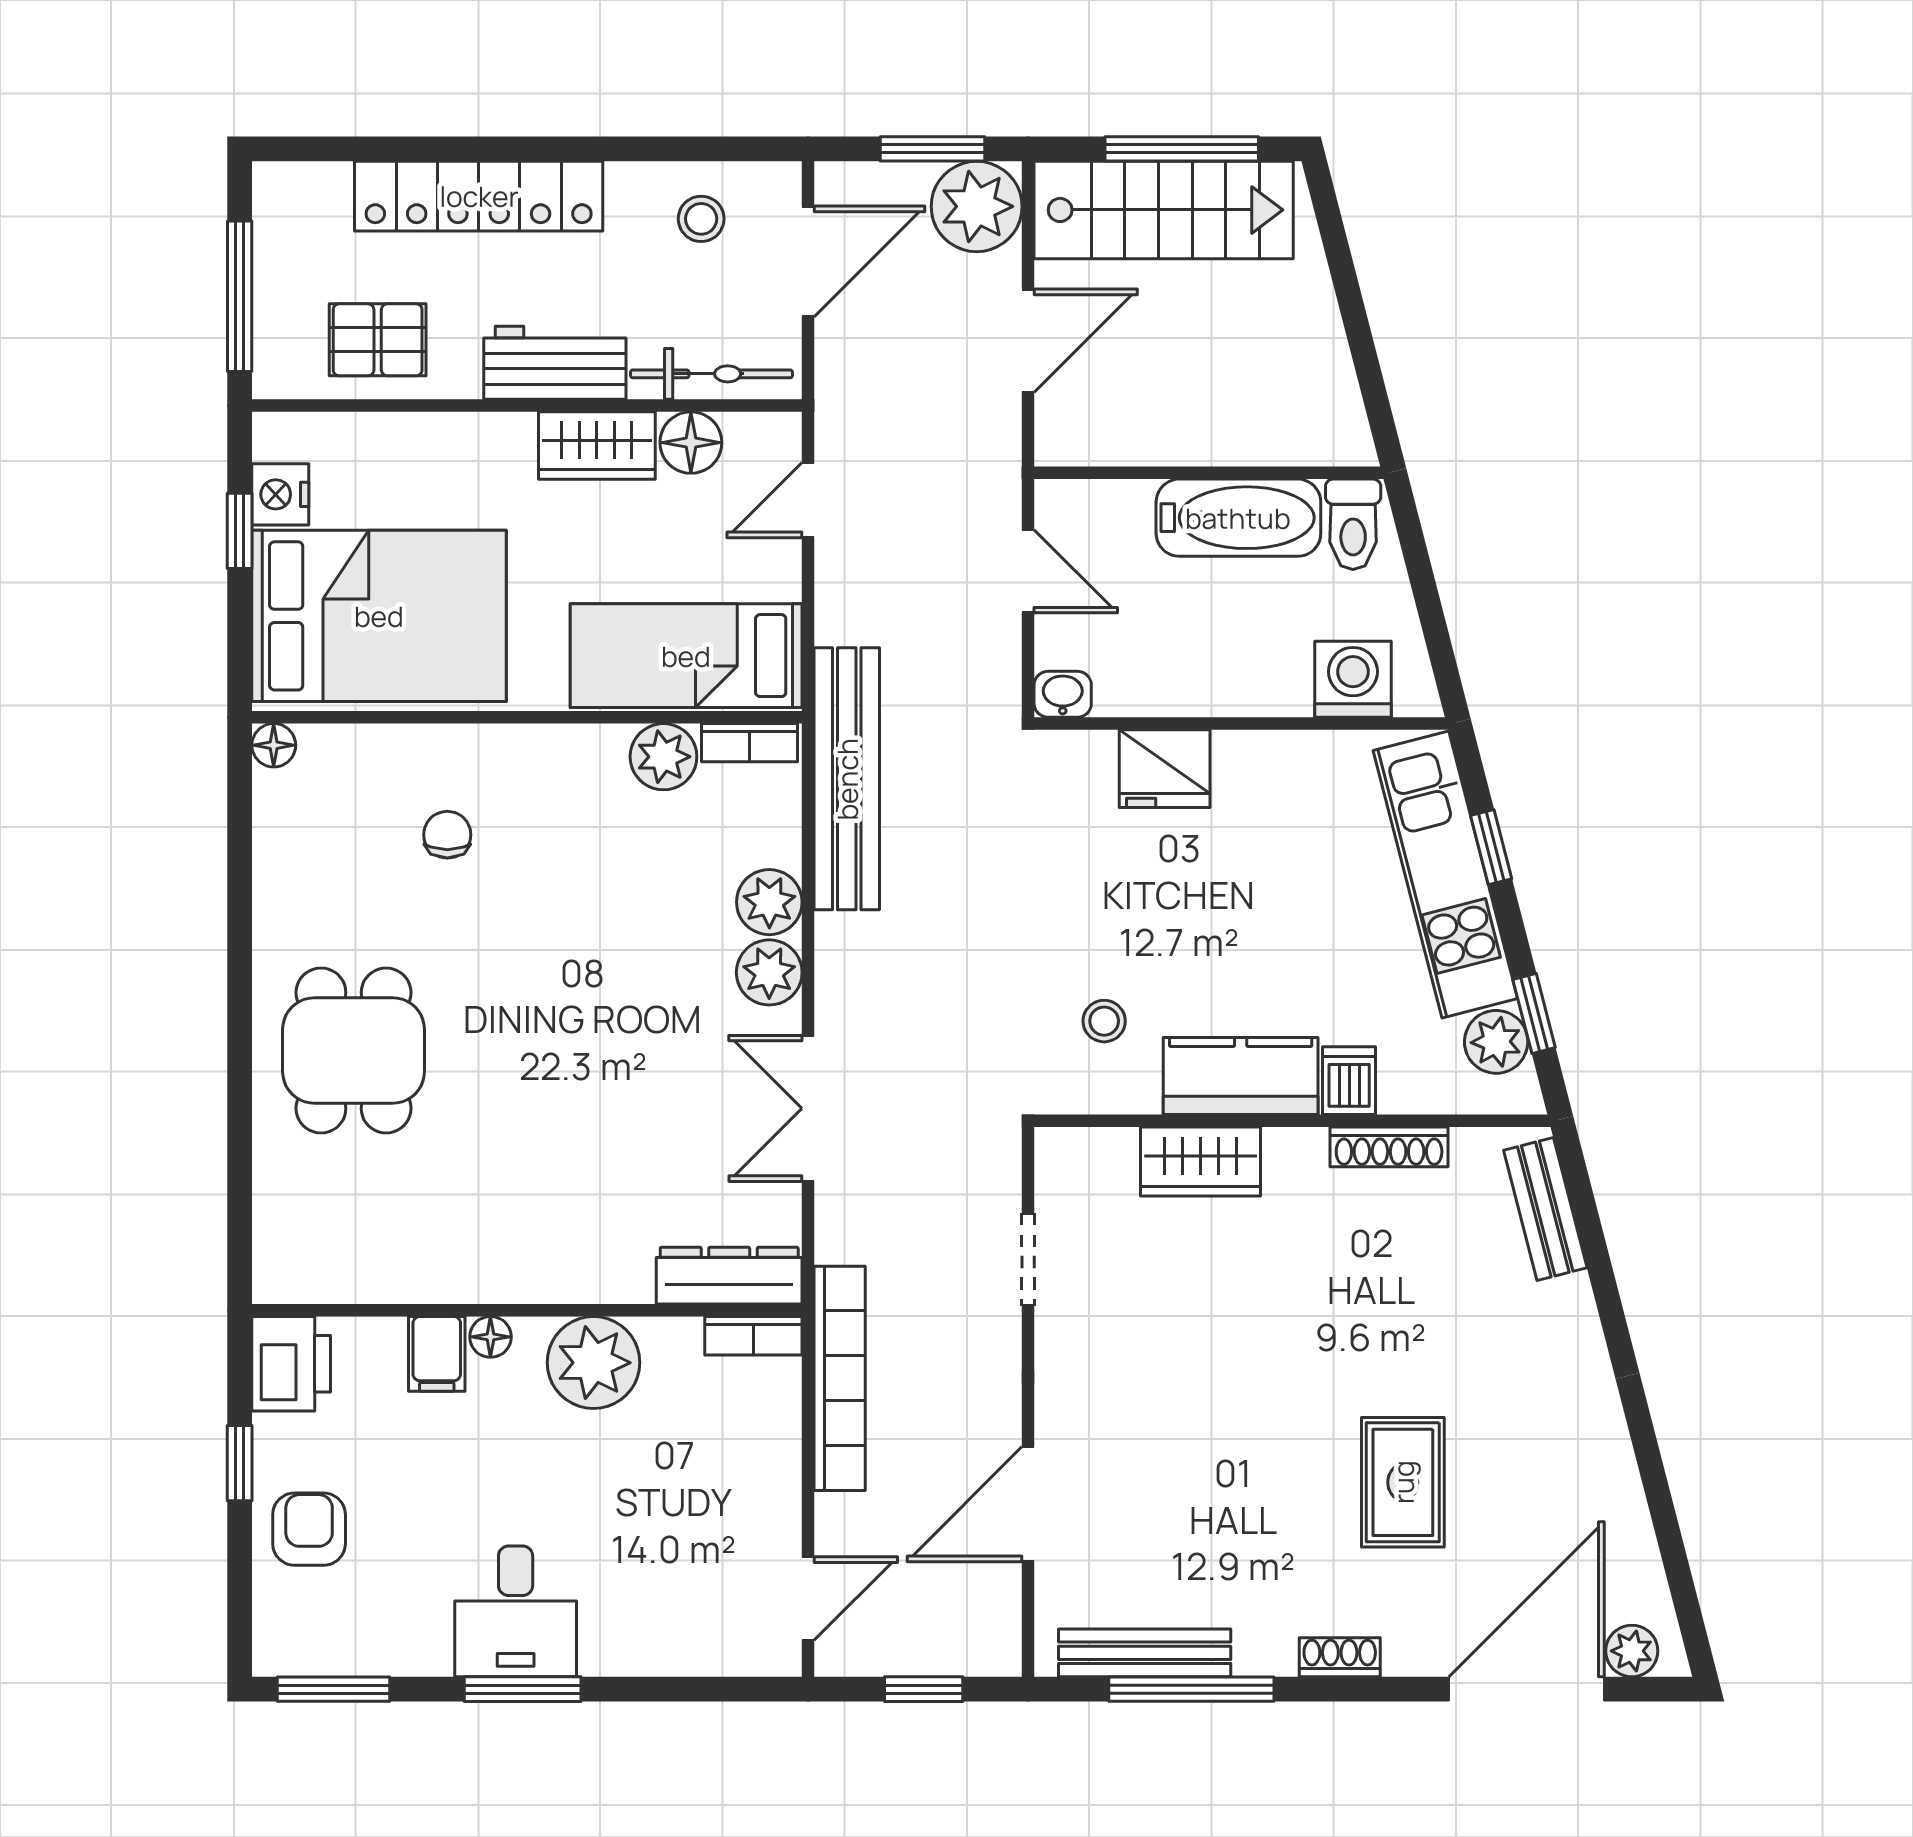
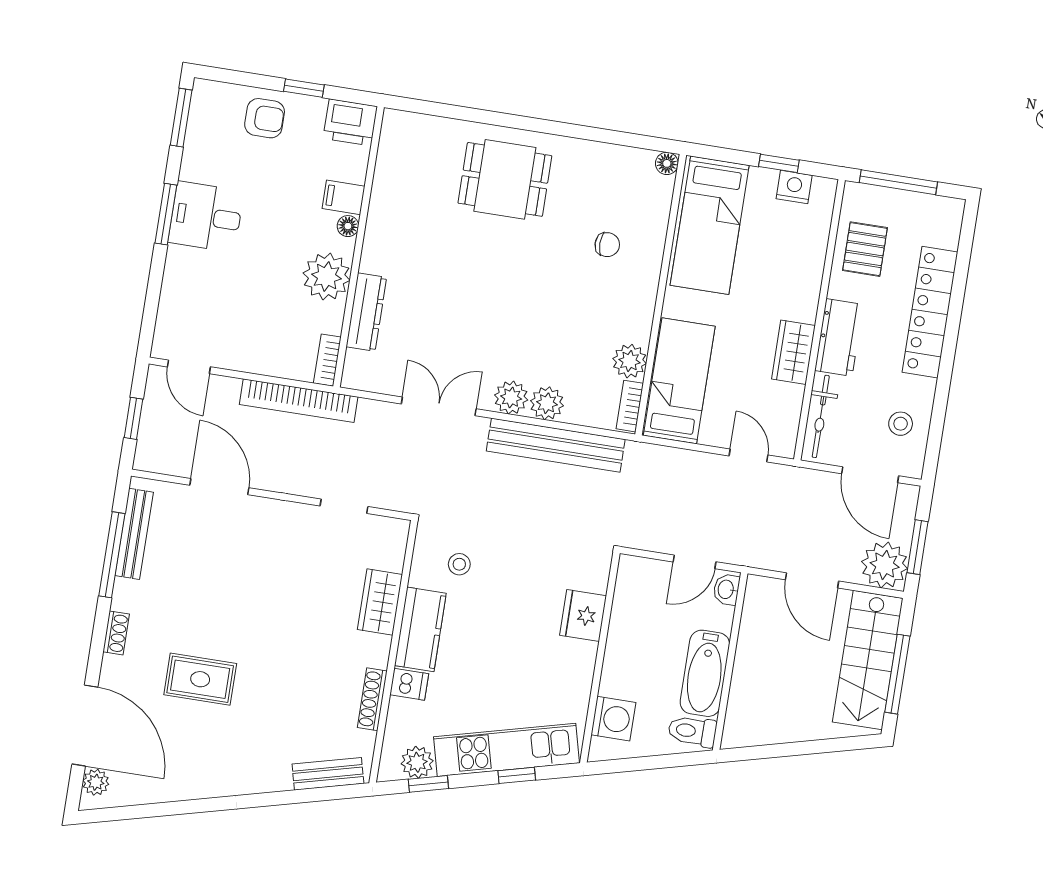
floor lamp: (691, 443) -> (787, 400), removed
bed: (379, 616) -> (710, 225), width x0.67
washbasin: (1063, 694) -> (726, 589), moved, turned 180
bench: (847, 779) -> (556, 445), moved
dresser: (729, 1276) -> (366, 312), moved

